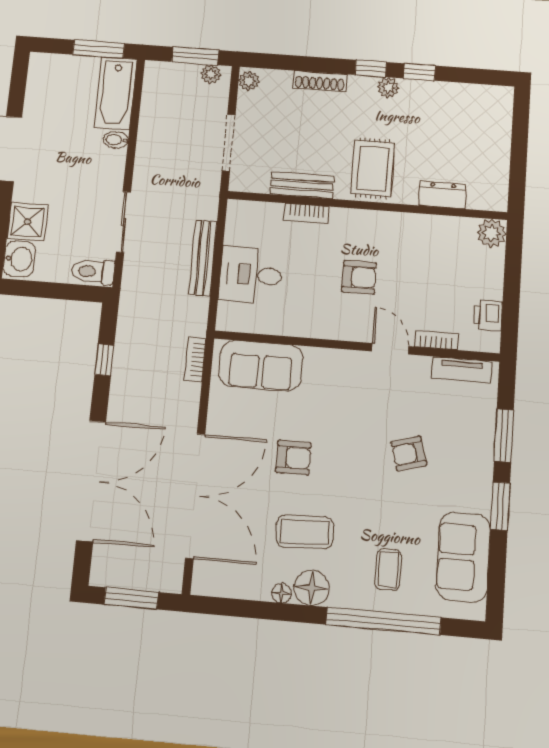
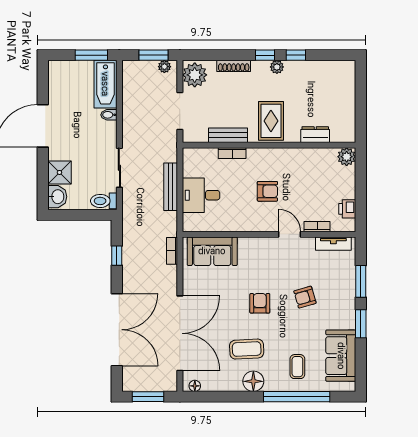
plant: (249, 81) -> (195, 75), width x1.88, depth x1.88
armchair: (293, 458) -> (260, 303), moved, turned -90
floor lamp: (281, 593) -> (195, 386), moved

